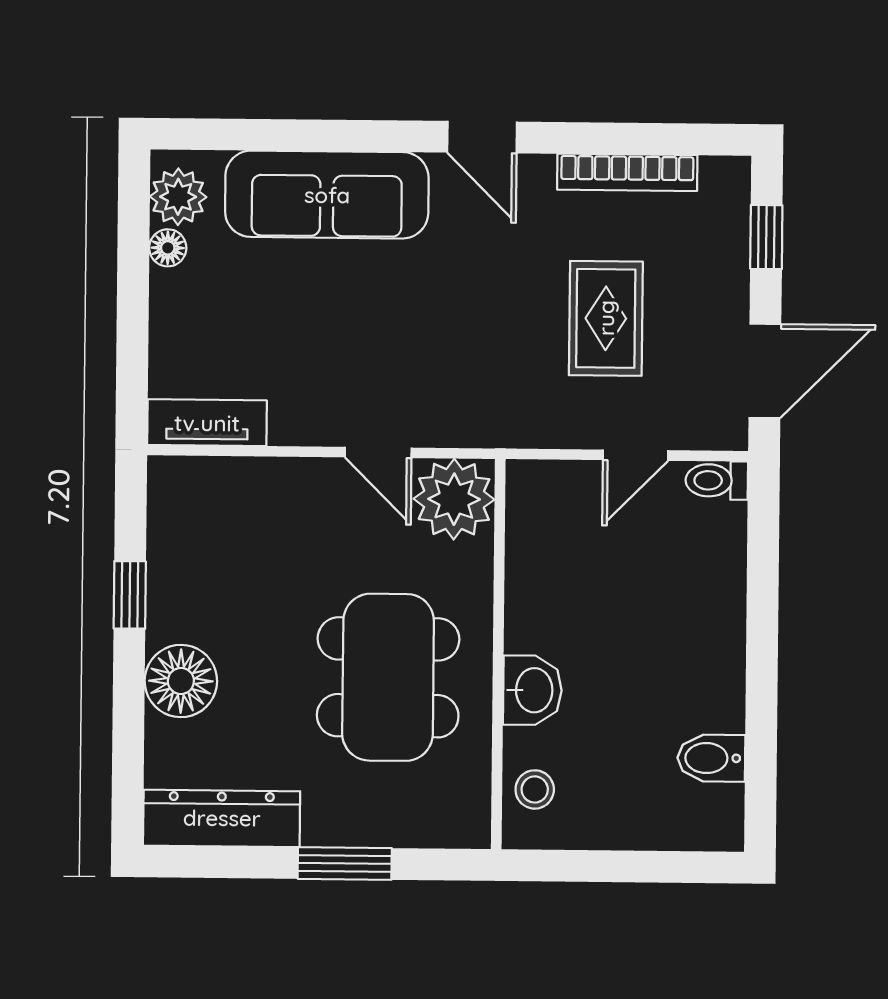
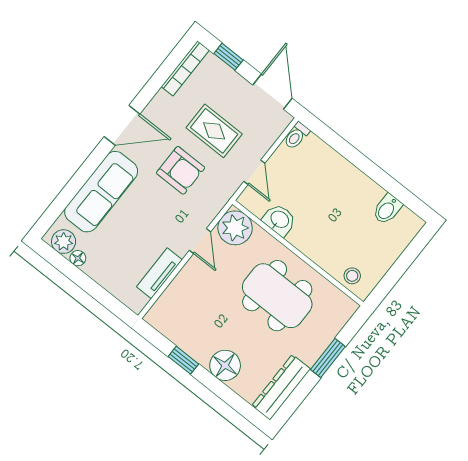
door: (482, 137) -> (122, 125), width x1.38
bookcase: (627, 172) -> (185, 68), moved
armchair: (483, 313) -> (181, 170), added
tv unit: (207, 423) -> (159, 273), moved
door: (378, 452) -> (200, 241), hinge flipped
door: (635, 455) -> (254, 172), moved
washbasin: (532, 690) -> (279, 220), moved

